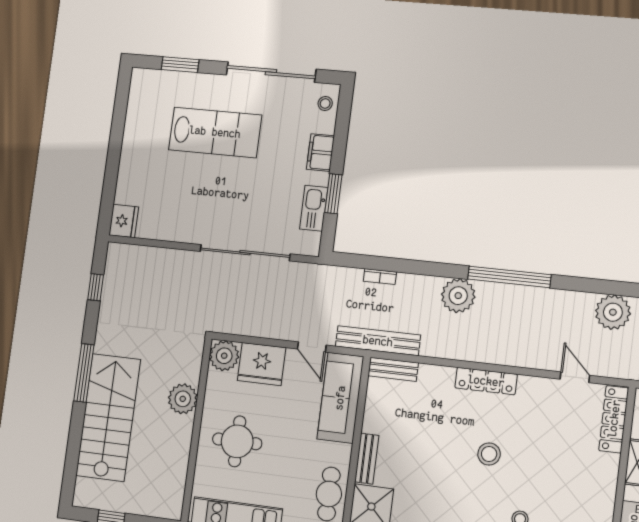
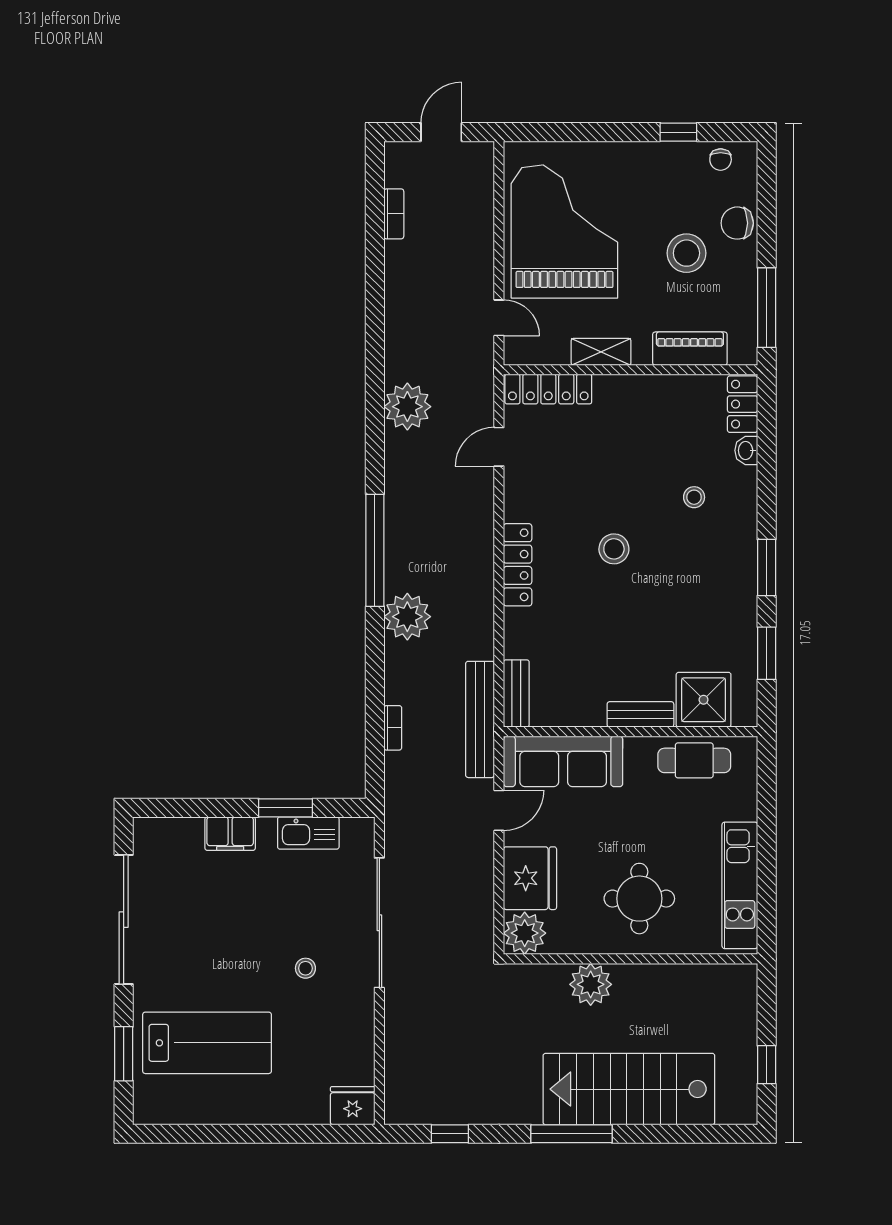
stool: (325, 103) -> (305, 968), moved
lab bench: (215, 132) -> (207, 1043), moved, turned 90

